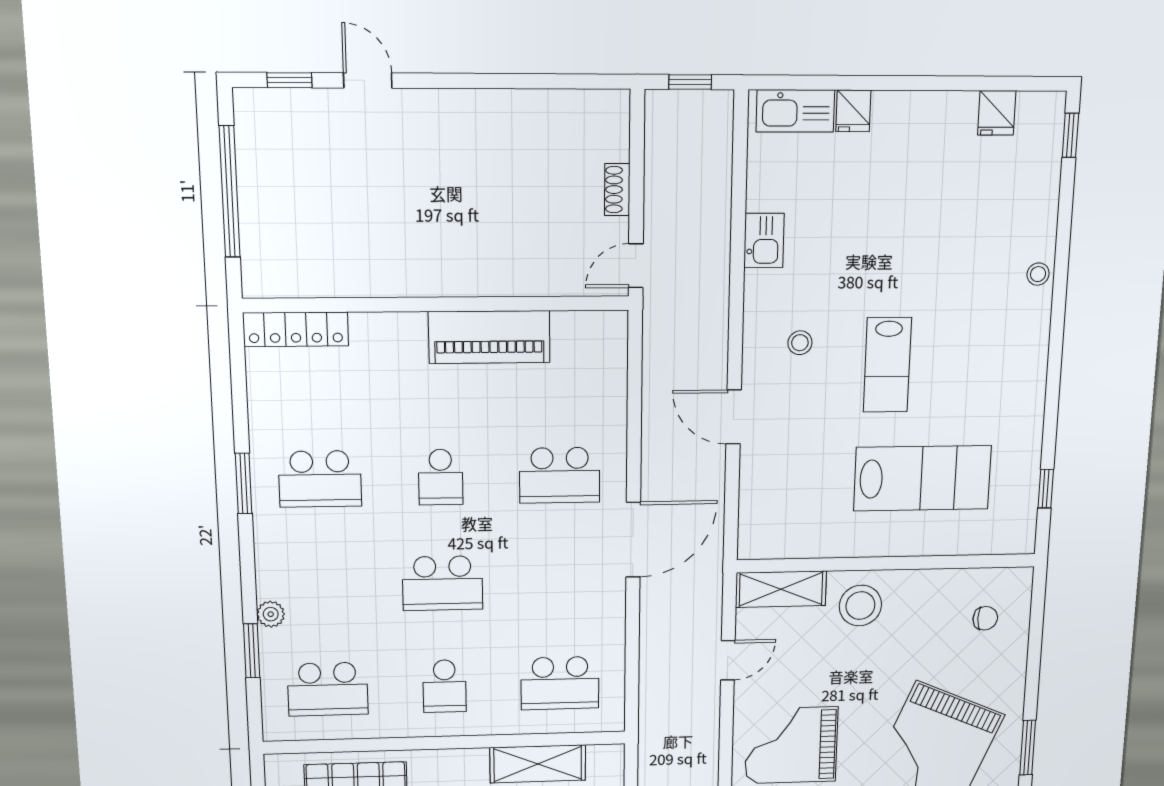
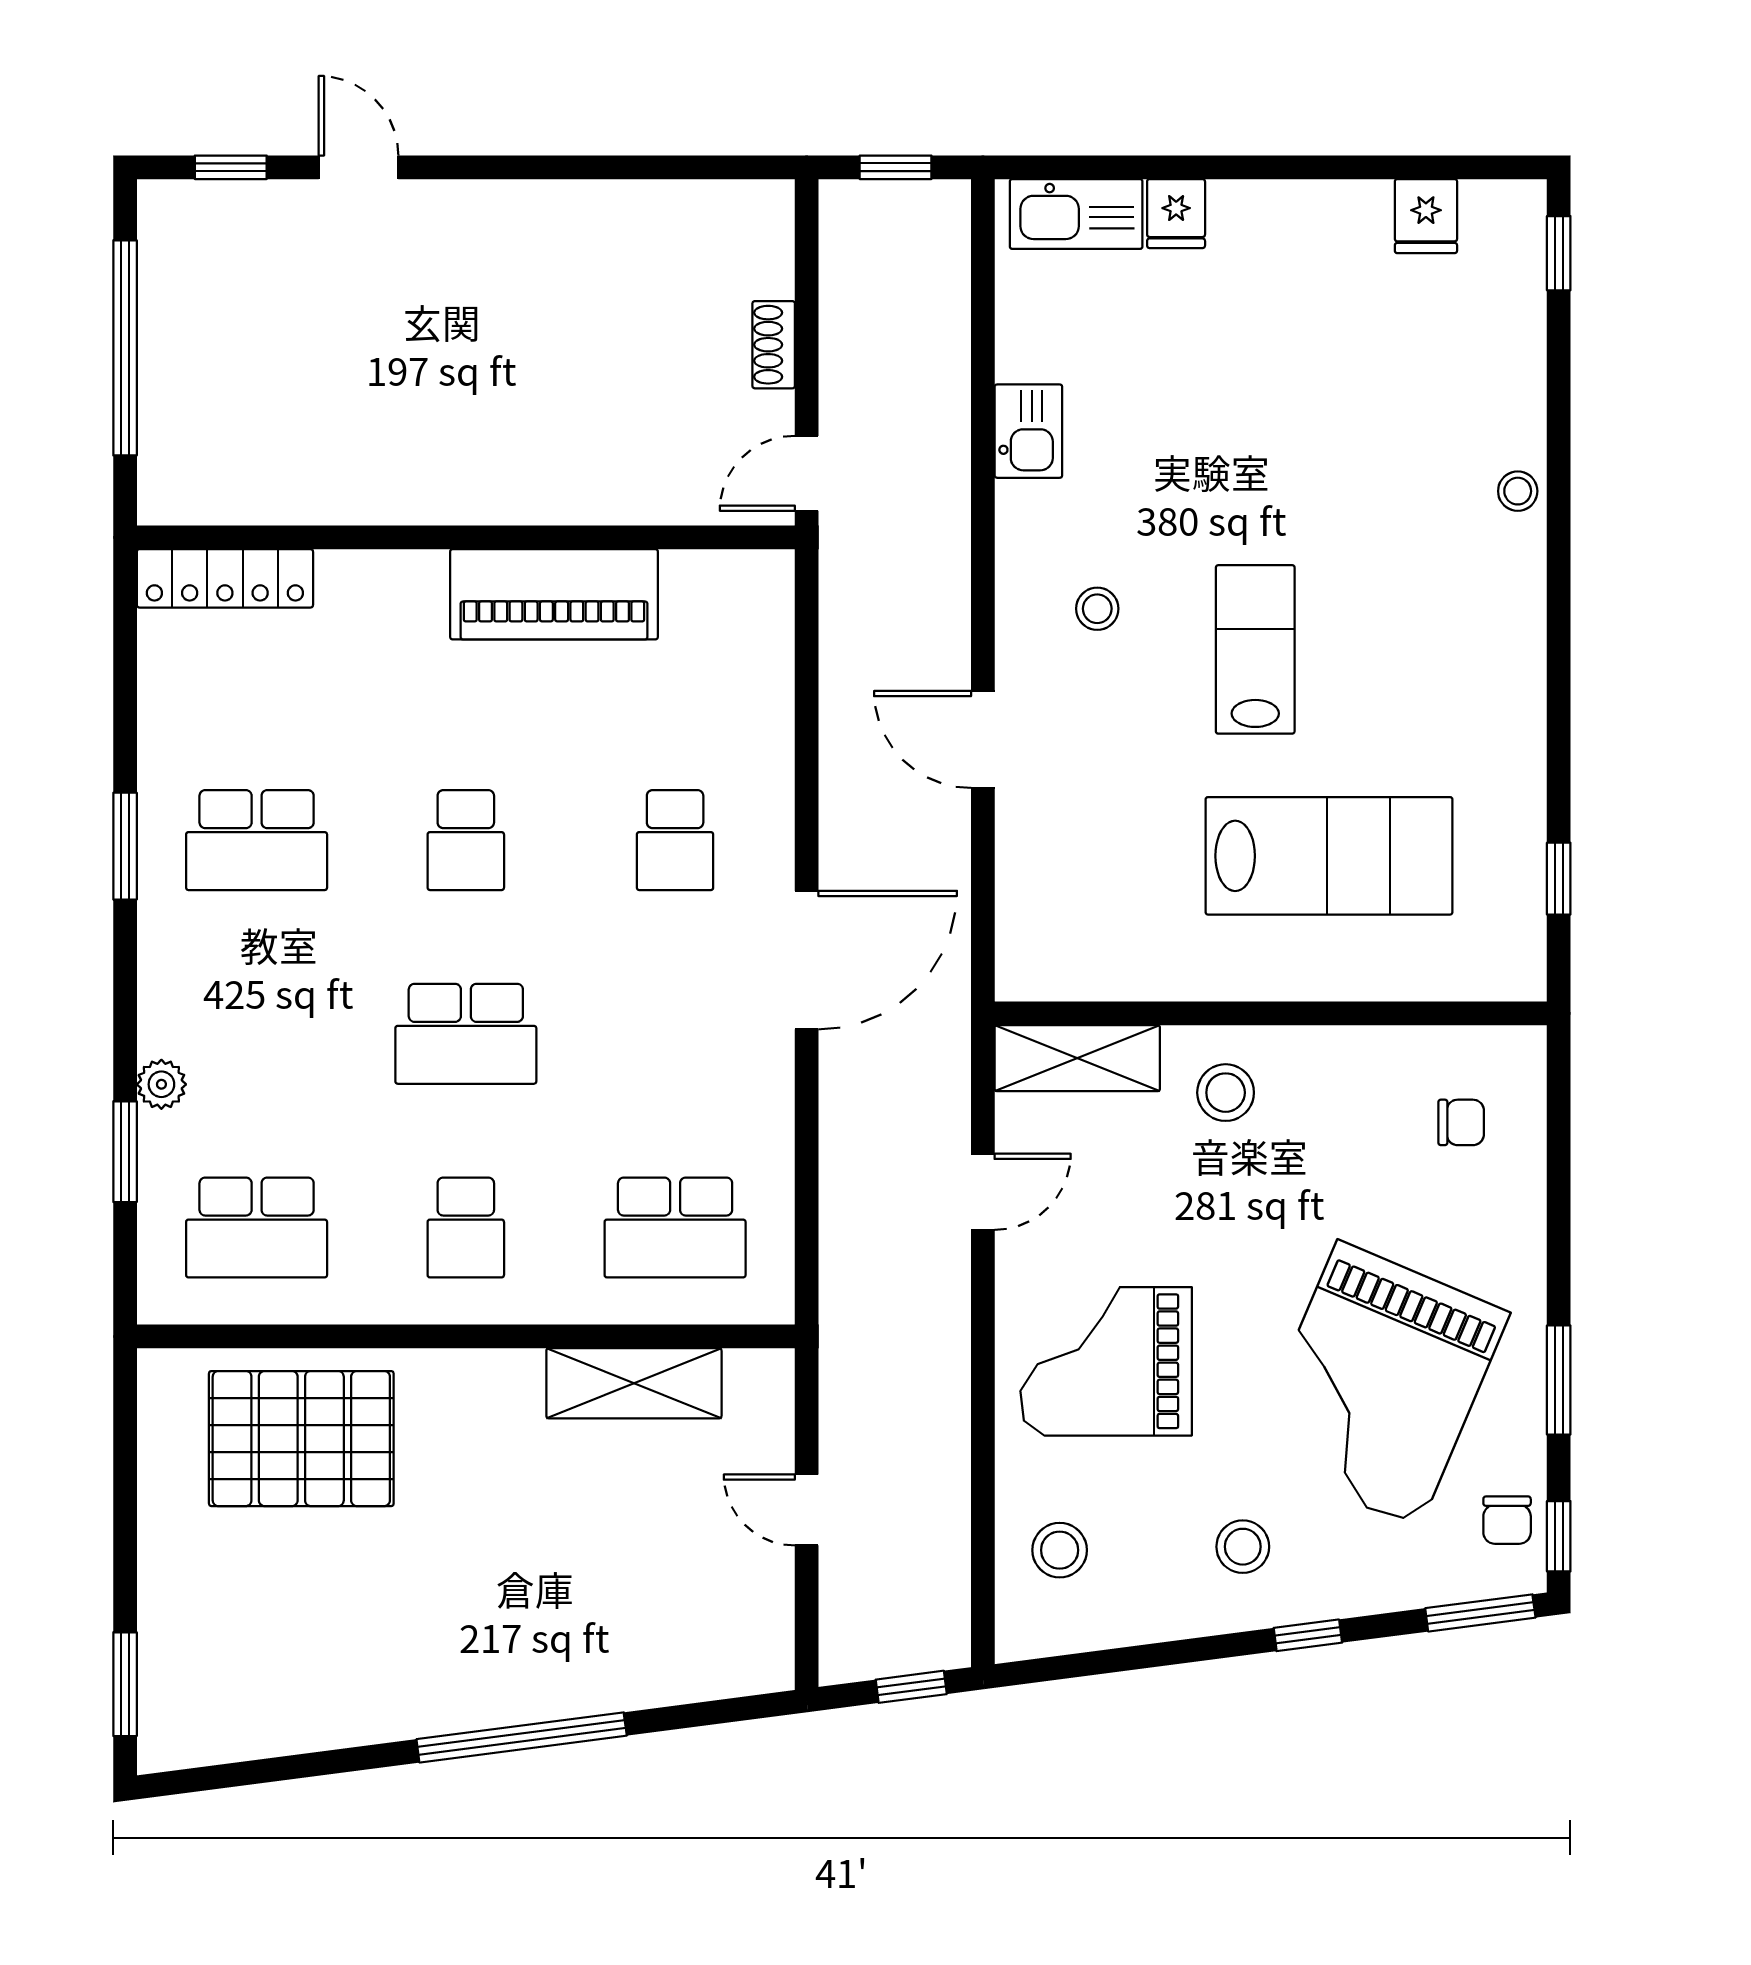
lab bench: (887, 365) -> (1255, 649), turned 180
school desk: (560, 475) -> (675, 840), width x0.54
stool: (860, 606) -> (1226, 1093), width x0.73, depth x0.73

